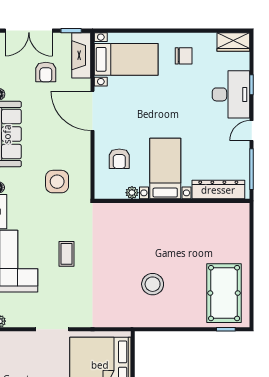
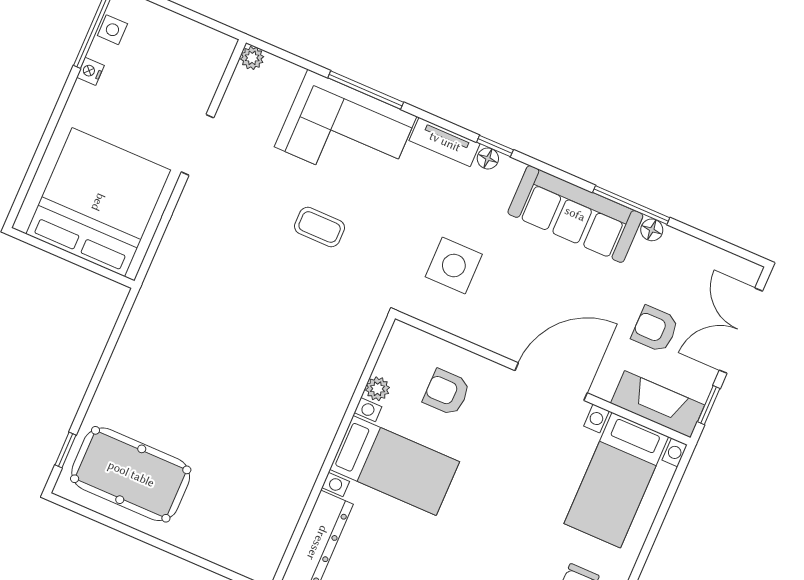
stool: (153, 284) -> (201, 355), removed

